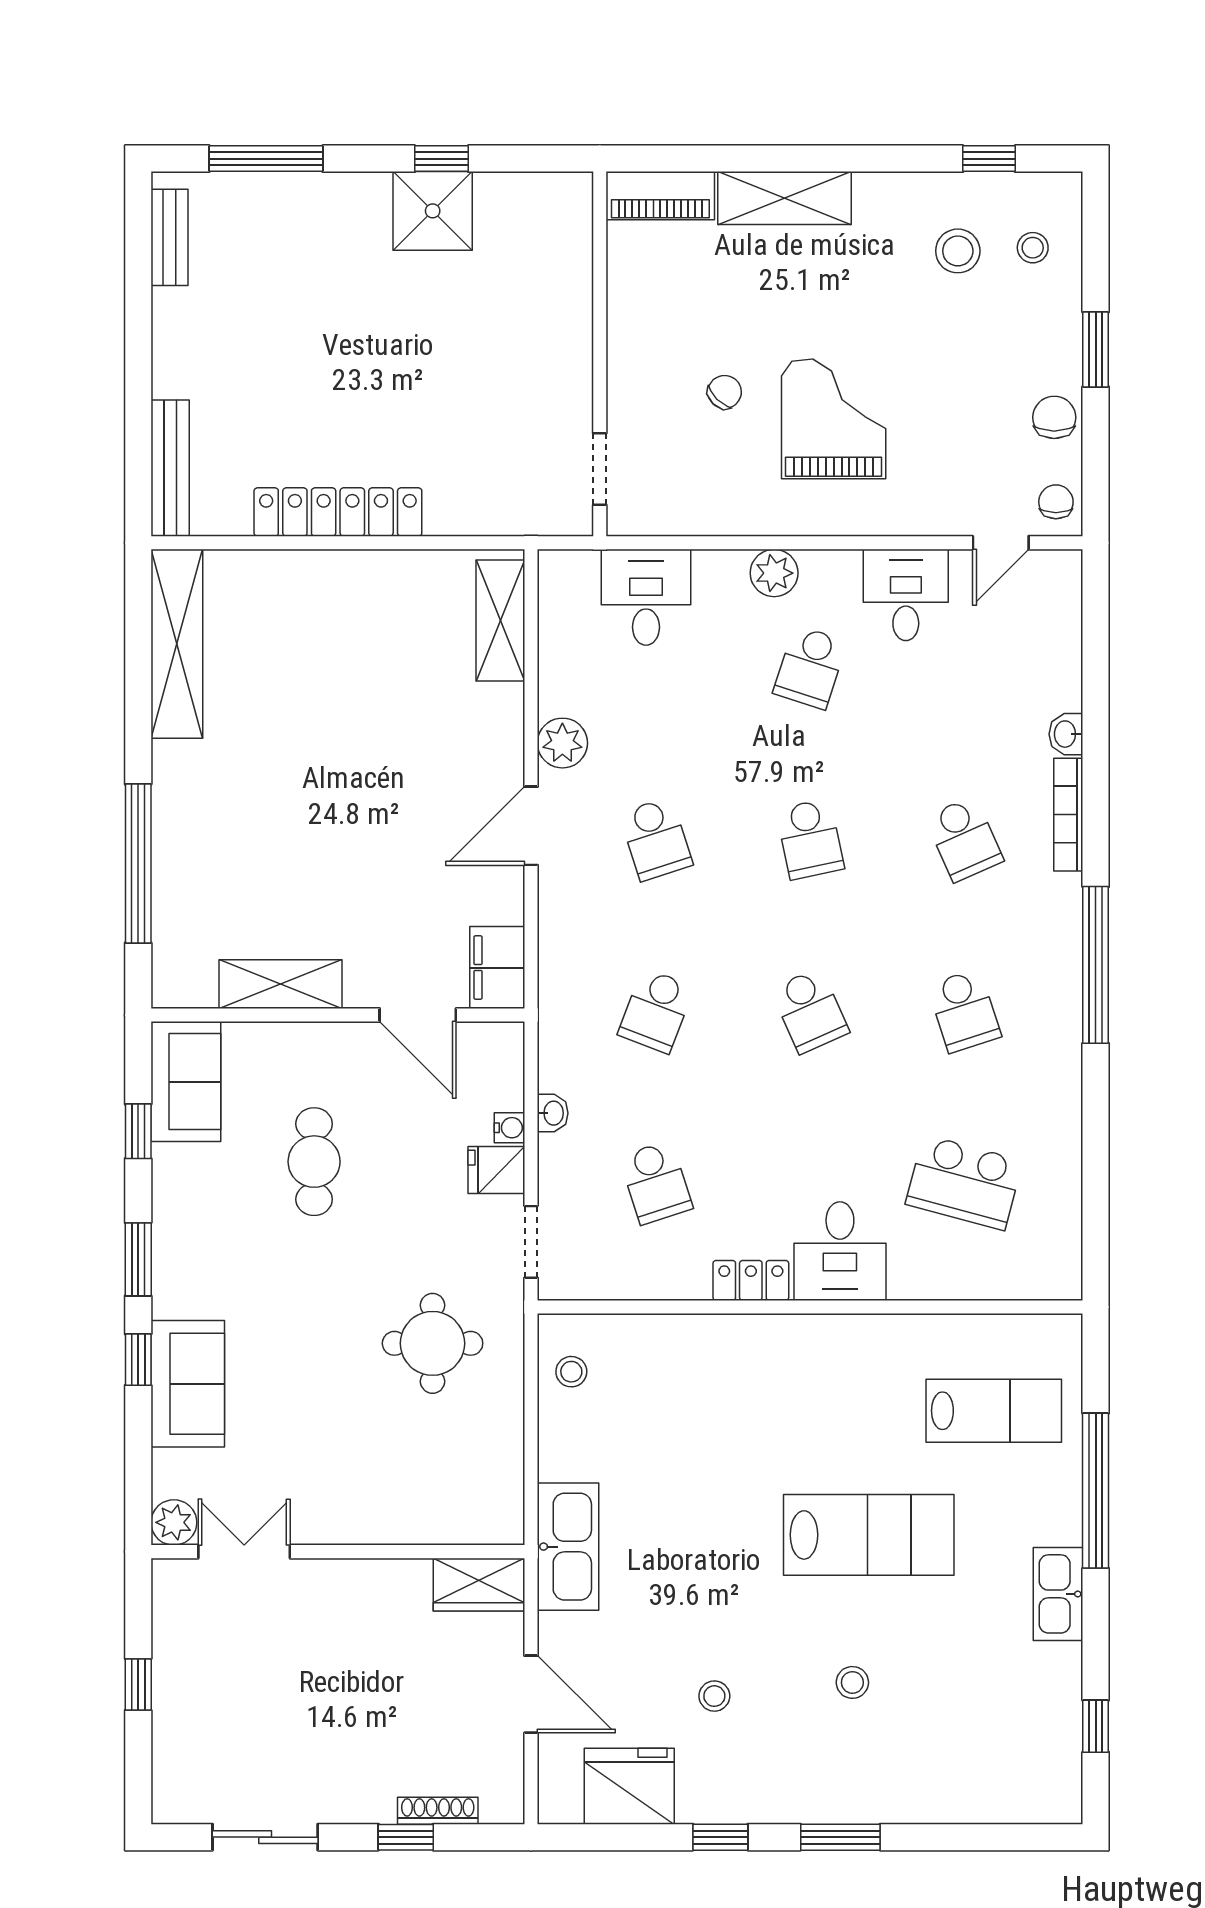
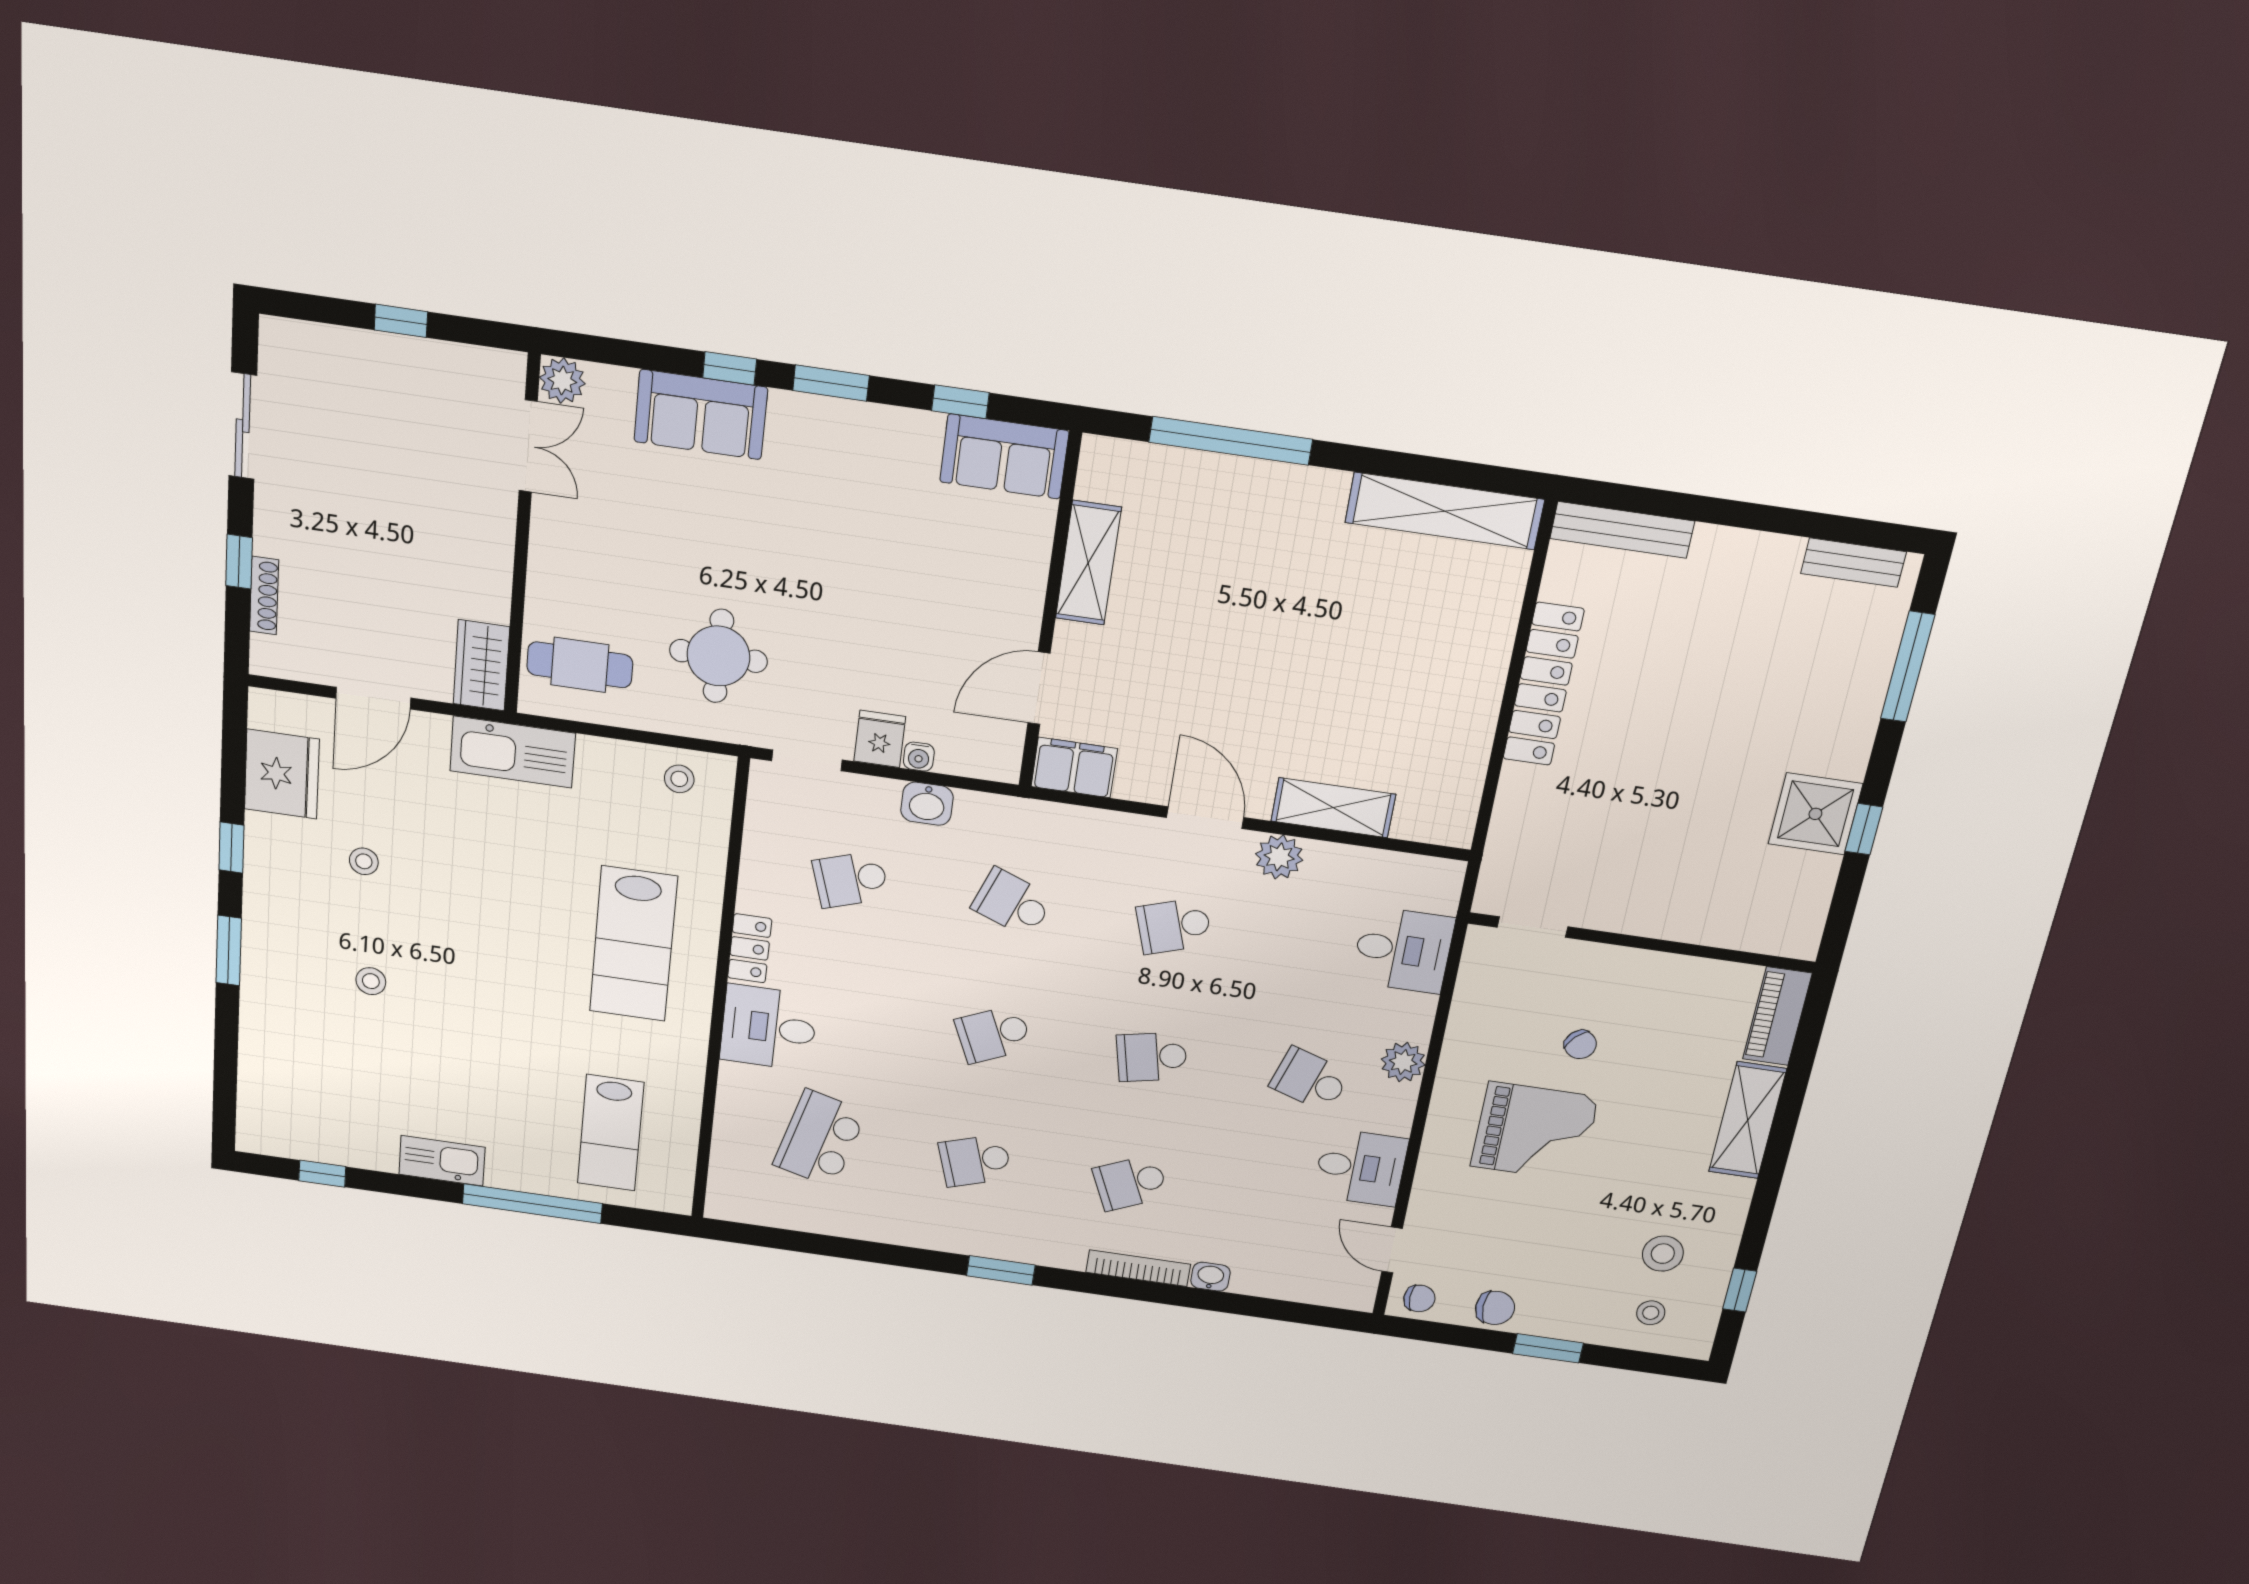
shelving: (500, 620) -> (1333, 808), moved
window: (1096, 965) -> (1001, 1270), width x0.47
washbasin: (553, 1113) -> (927, 804), width x1.38, depth x1.45
cafe table: (314, 1162) -> (580, 665), moved
lab bench: (869, 1535) -> (633, 944), moved

